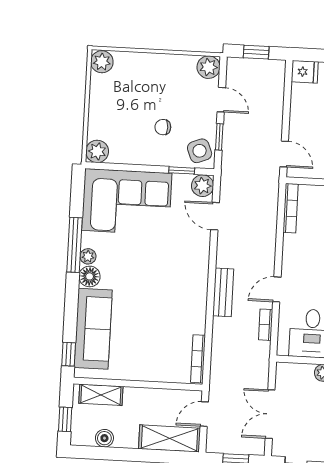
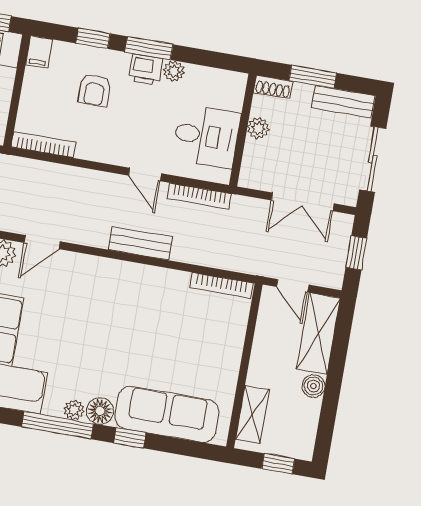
bookcase: (266, 325) -> (199, 196), width x1.56
window: (69, 354) -> (130, 438), moved
boiler: (104, 438) -> (313, 386), moved

